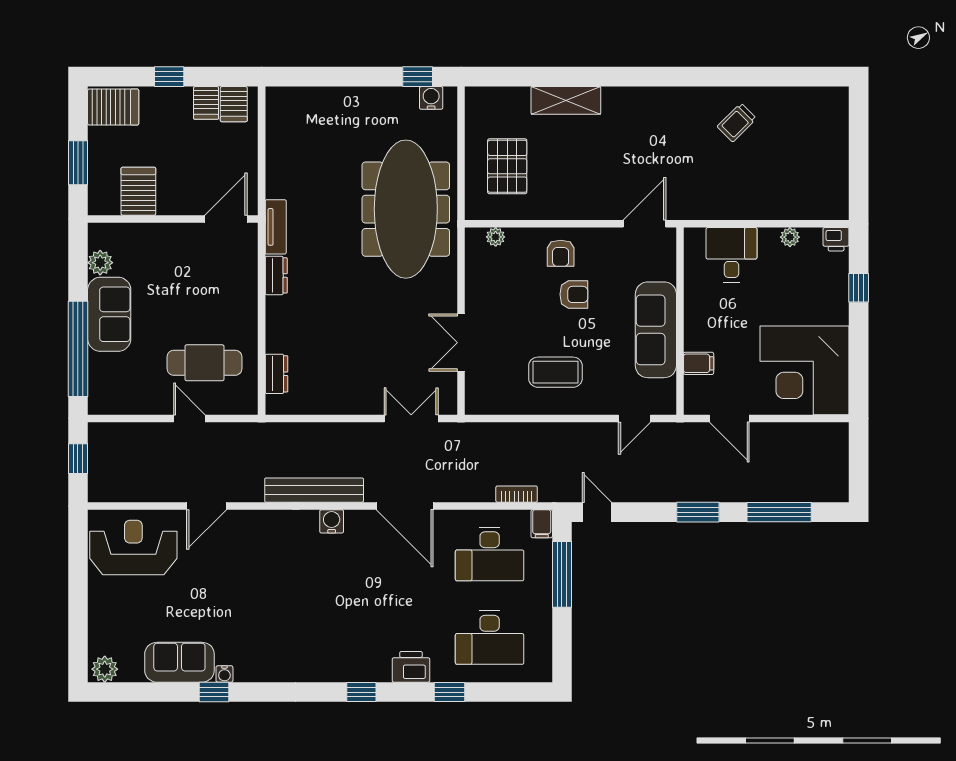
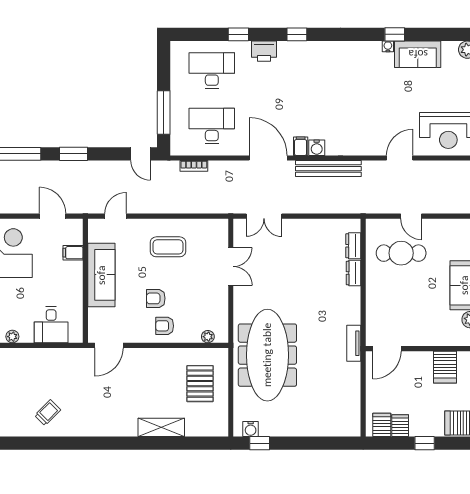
armchair: (561, 253) -> (165, 326), turned -90
dresser: (276, 275) -> (354, 273), moved
filing cabinet: (542, 524) -> (301, 146), moved

